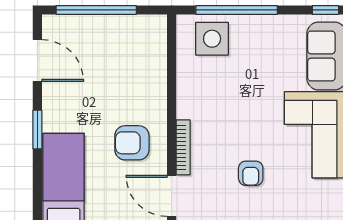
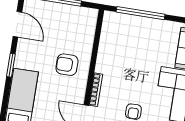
side table: (212, 39) -> (123, 28), removed
armchair: (132, 143) -> (67, 65), moved

